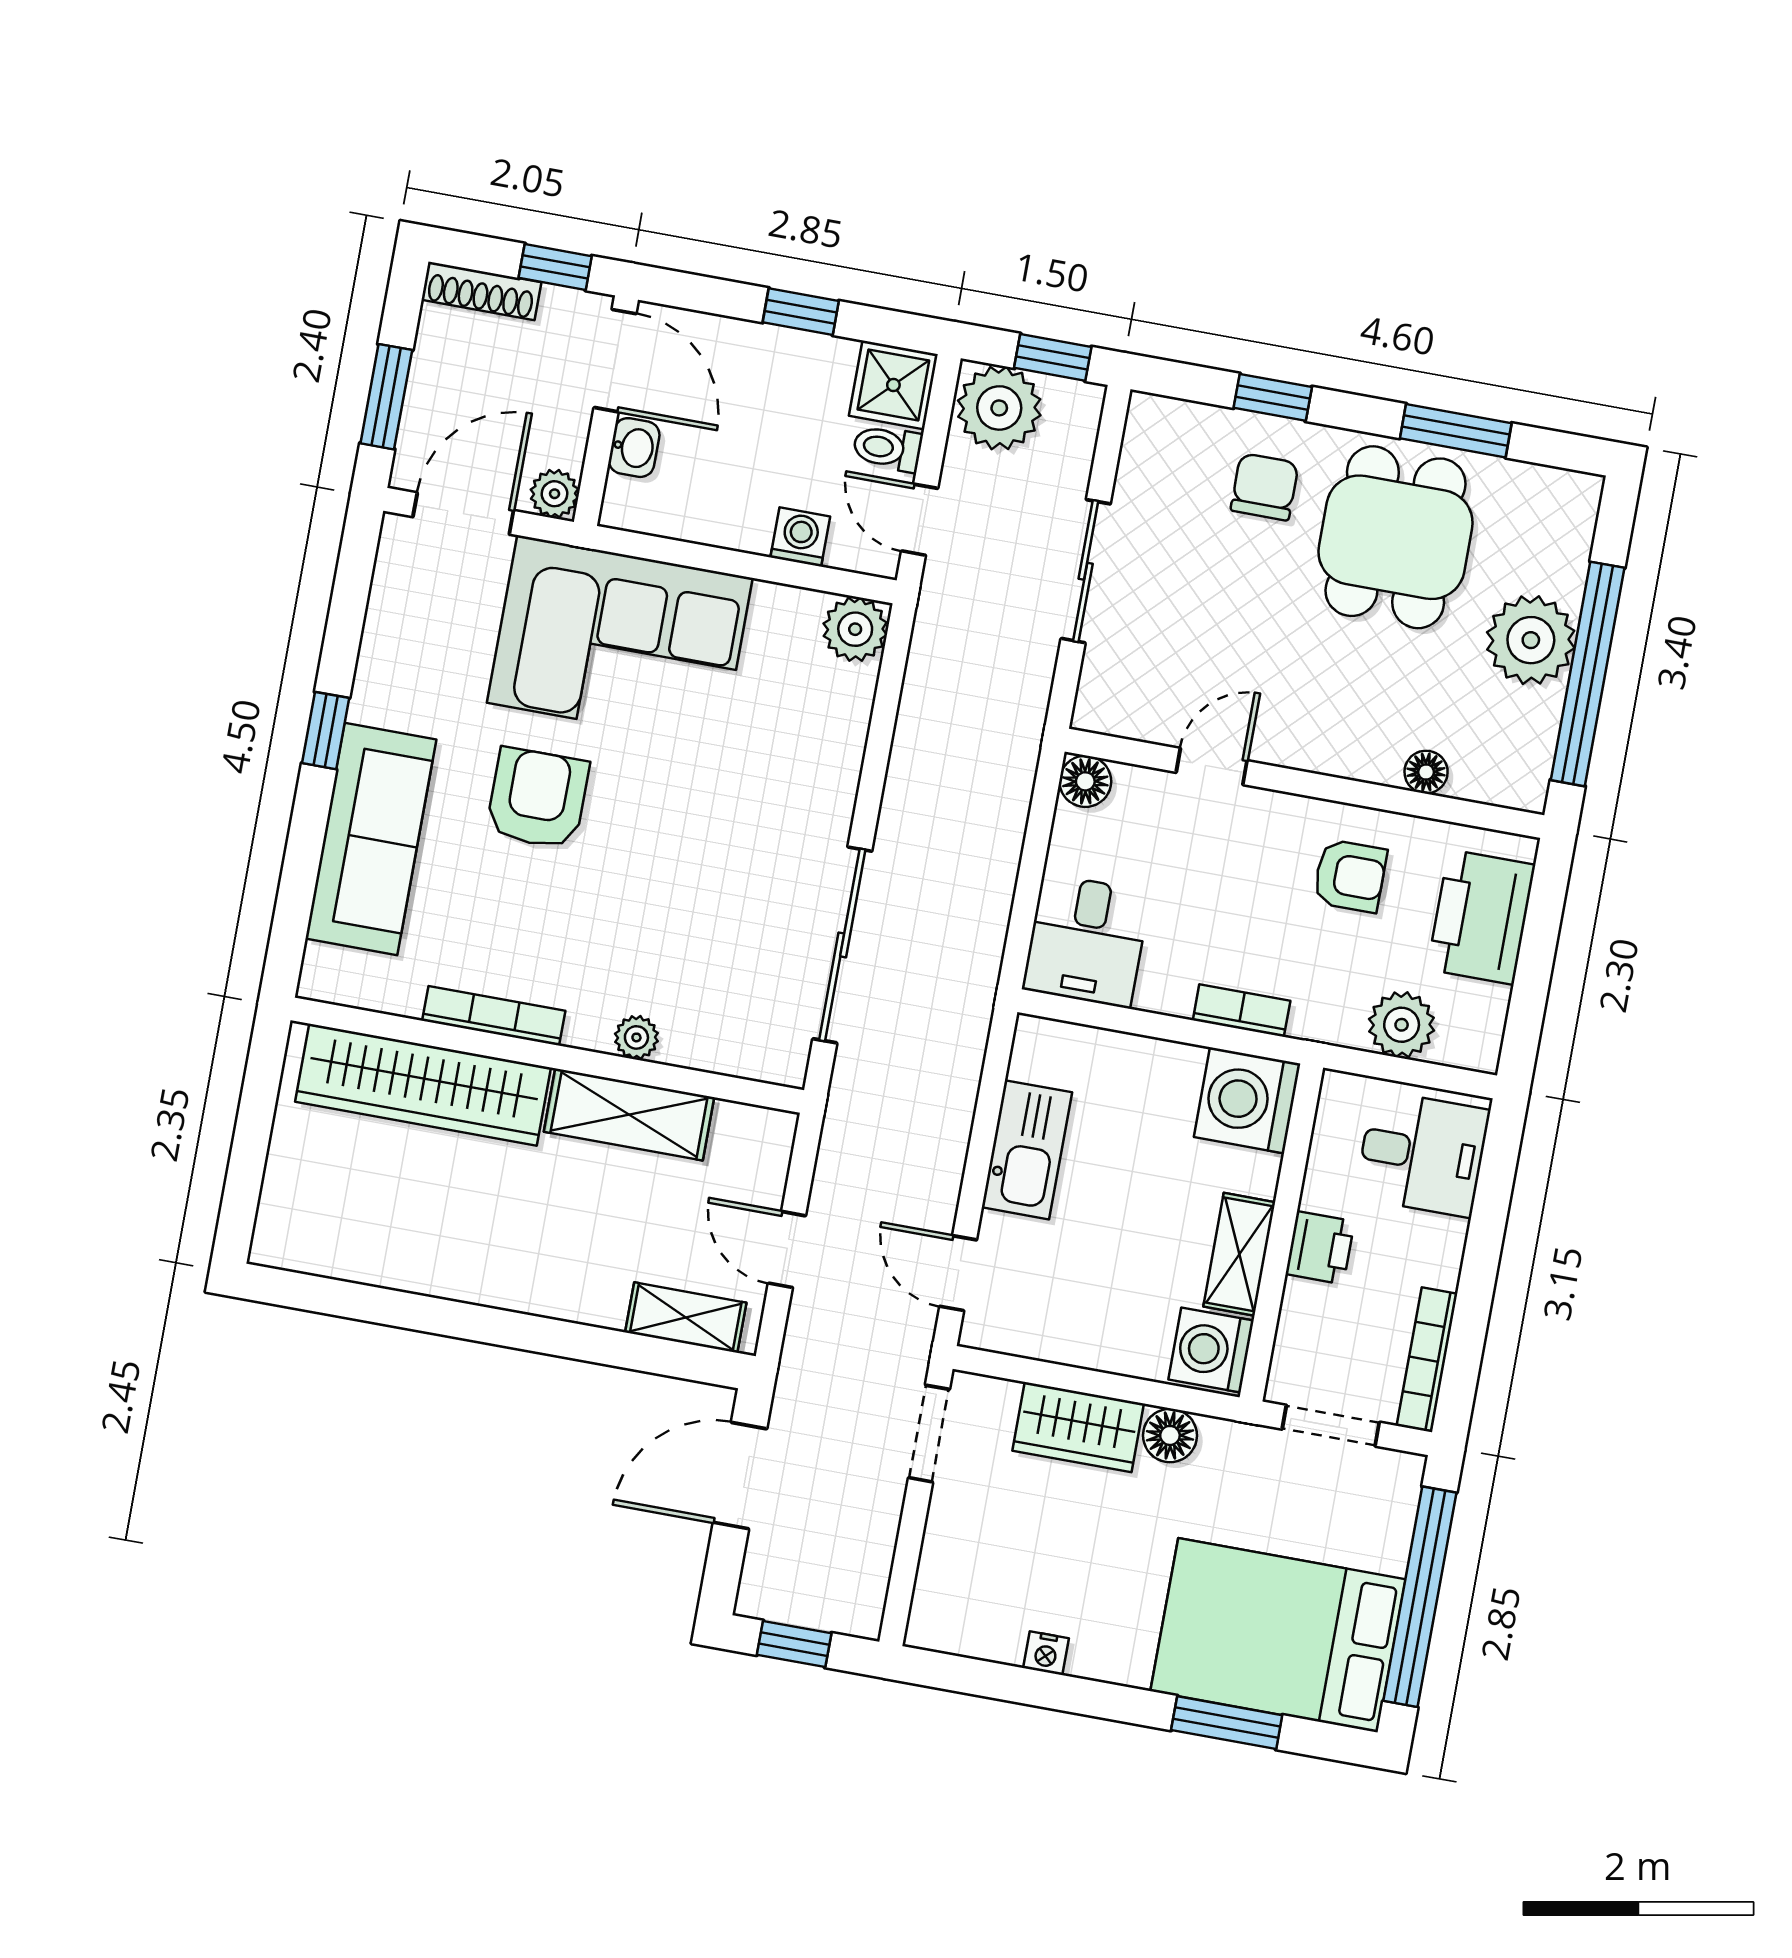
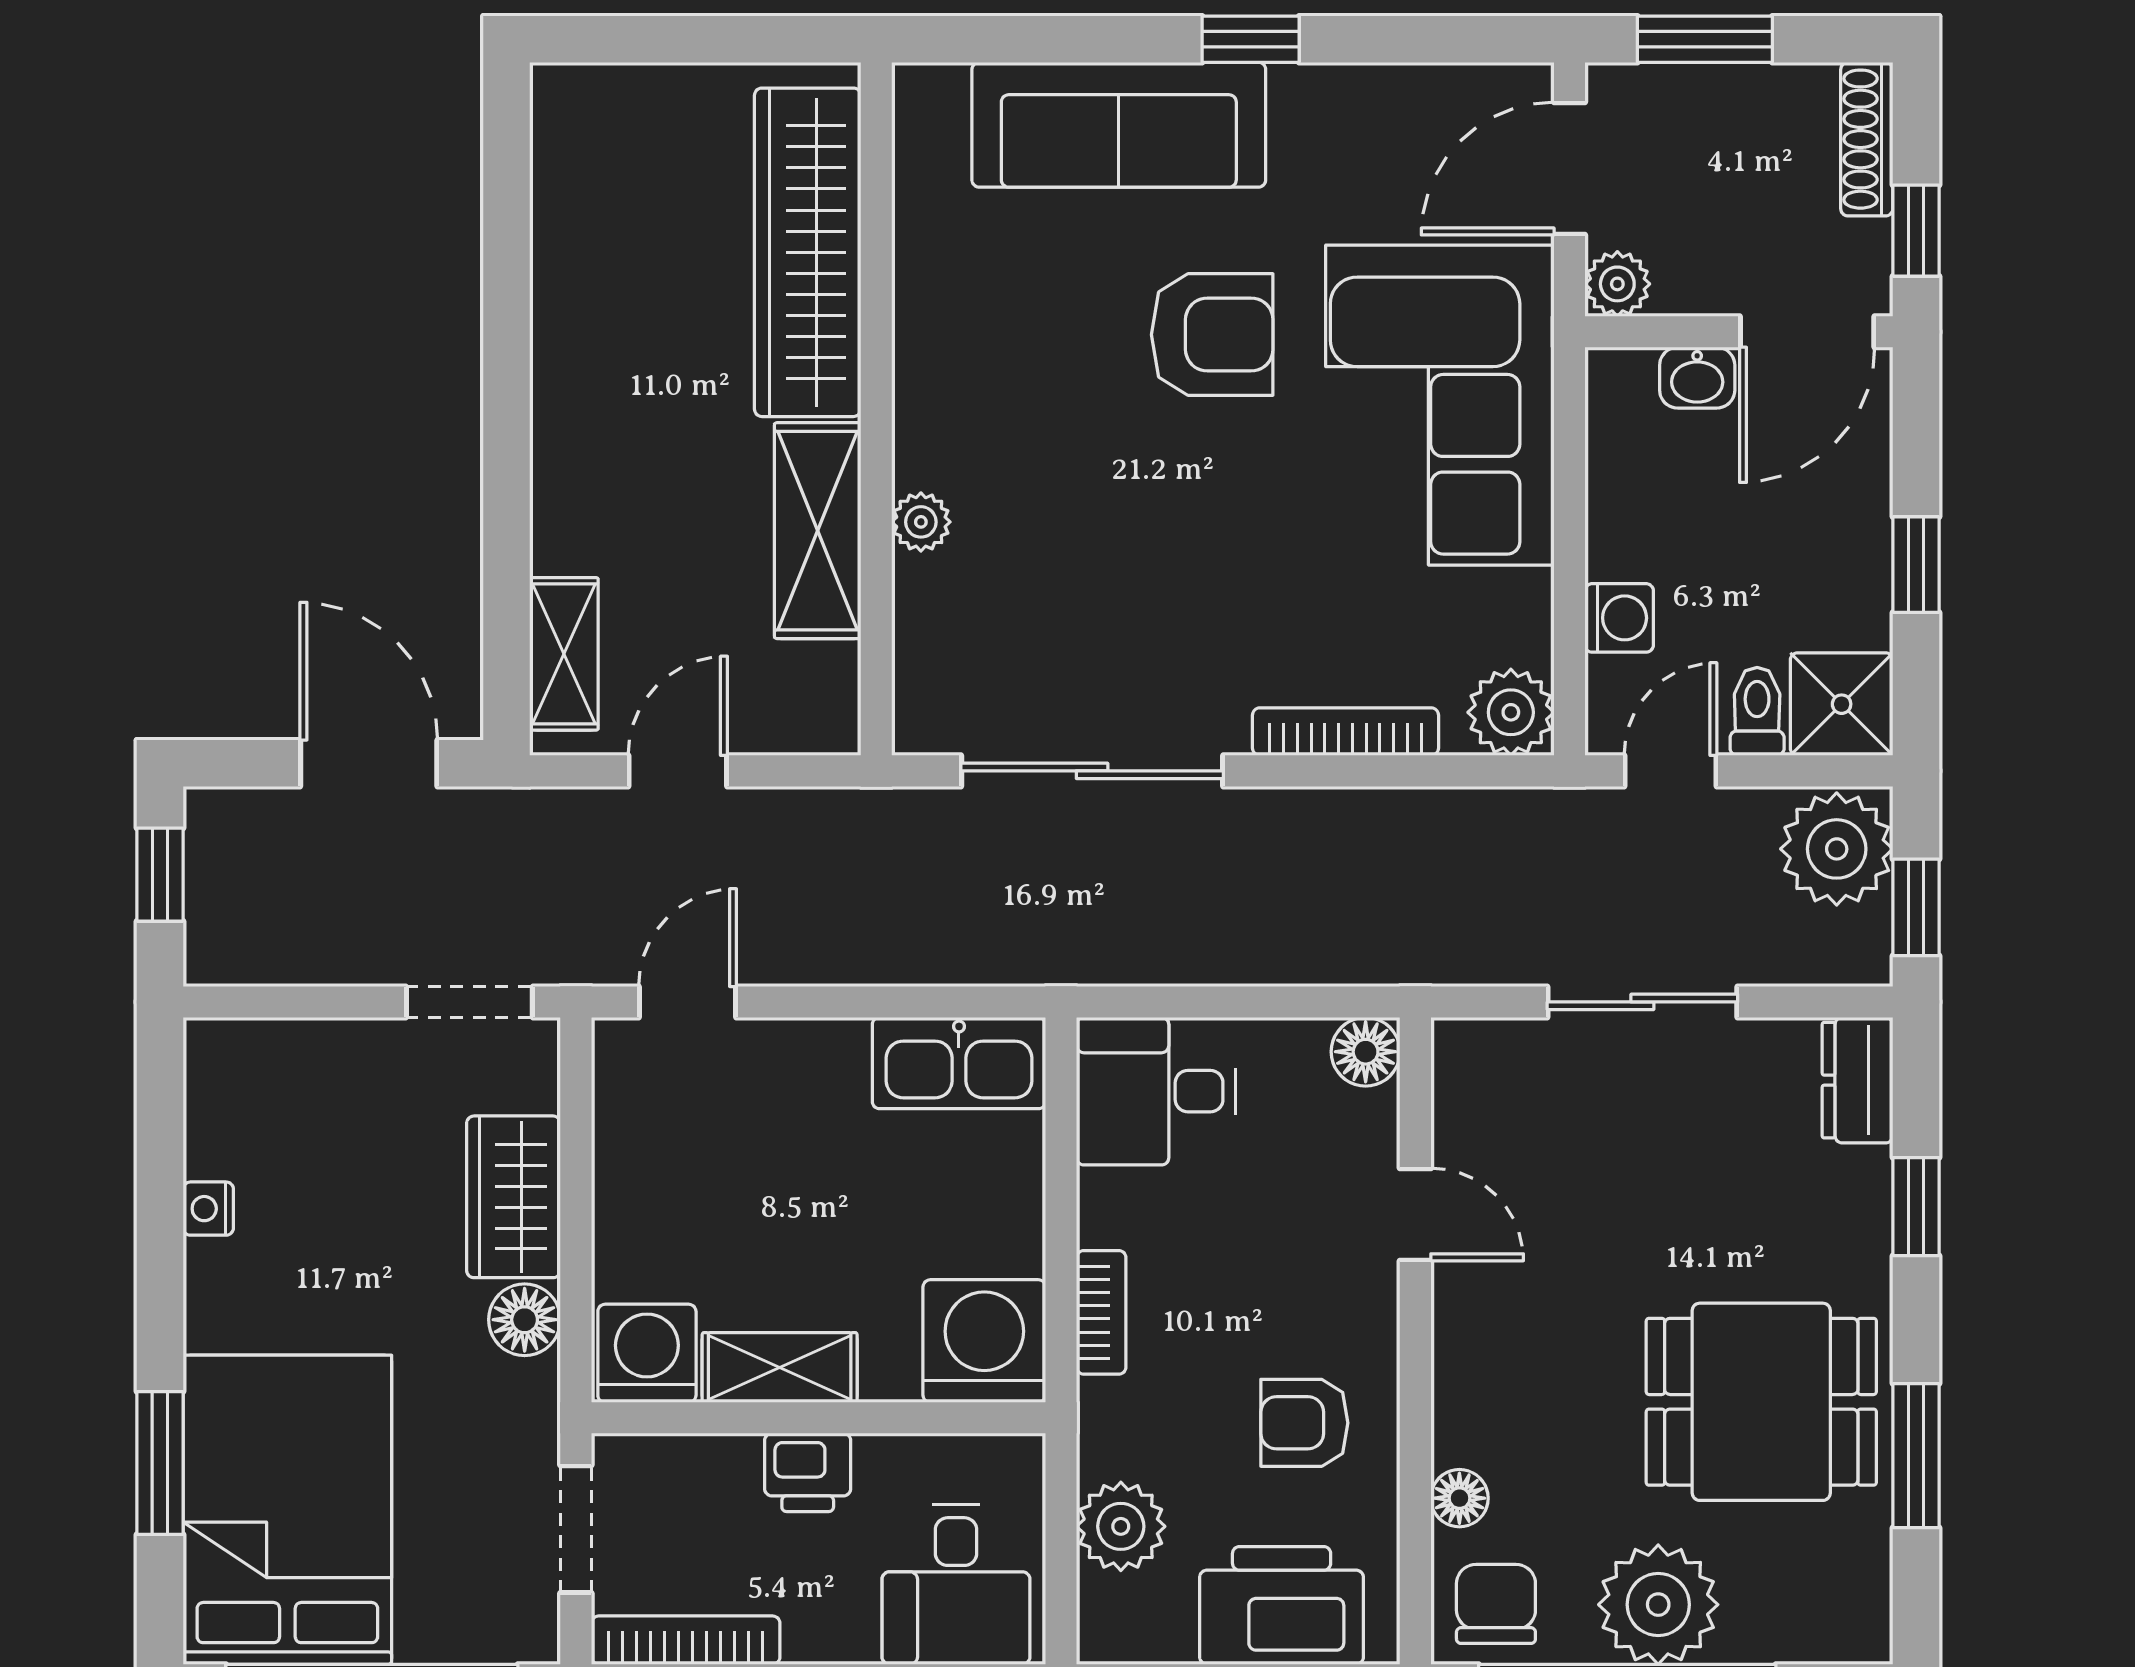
dresser: (1172, 423) -> (1858, 1080), added
chair: (1265, 487) -> (1496, 1604), moved, turned -90
door: (463, 514) -> (1569, 169), swing flipped
armchair: (1350, 876) -> (1304, 1423), turned 90
bookcase: (494, 1016) -> (1345, 732), moved, turned -90
kitchen sink: (1027, 1150) -> (959, 1063), moved

